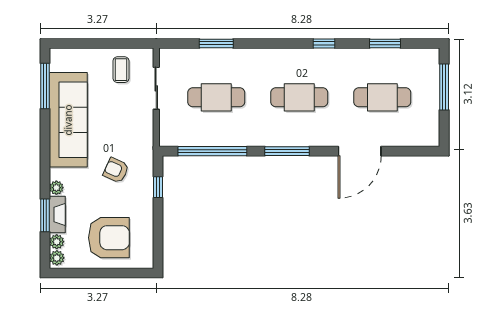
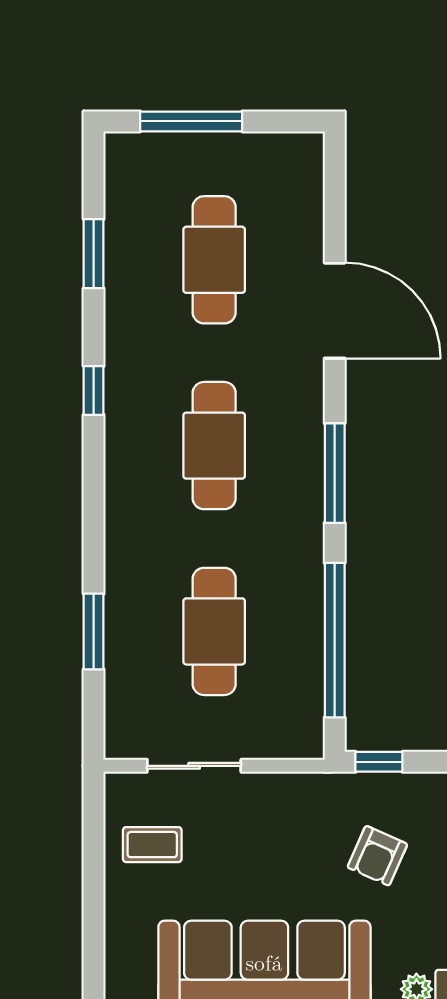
window: (158, 187) -> (379, 762), moved

